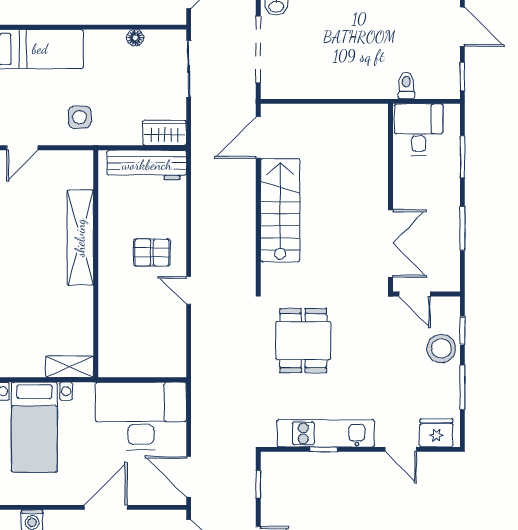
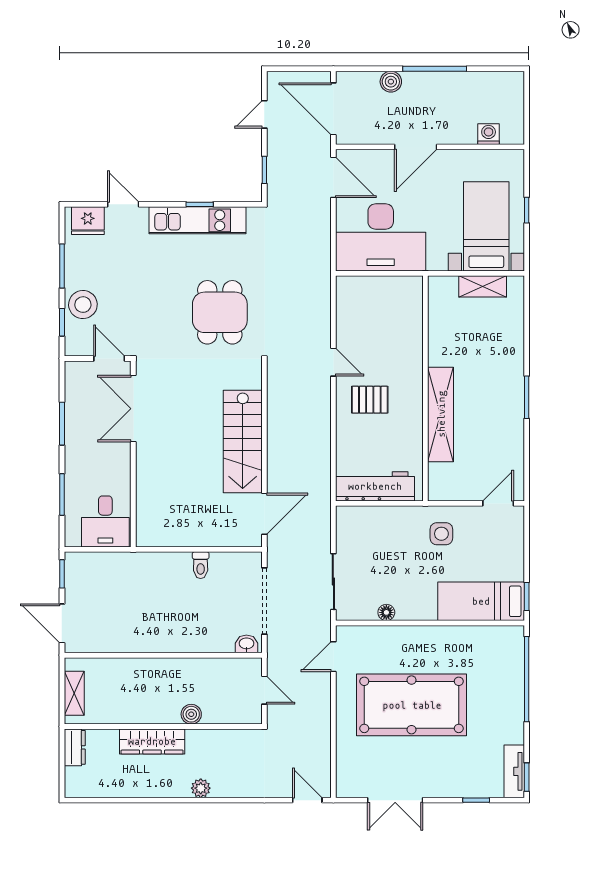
toilet: (406, 86) -> (201, 565), moved
wardrobe: (165, 133) -> (357, 518), removed
shelving: (70, 367) -> (483, 286), moved

